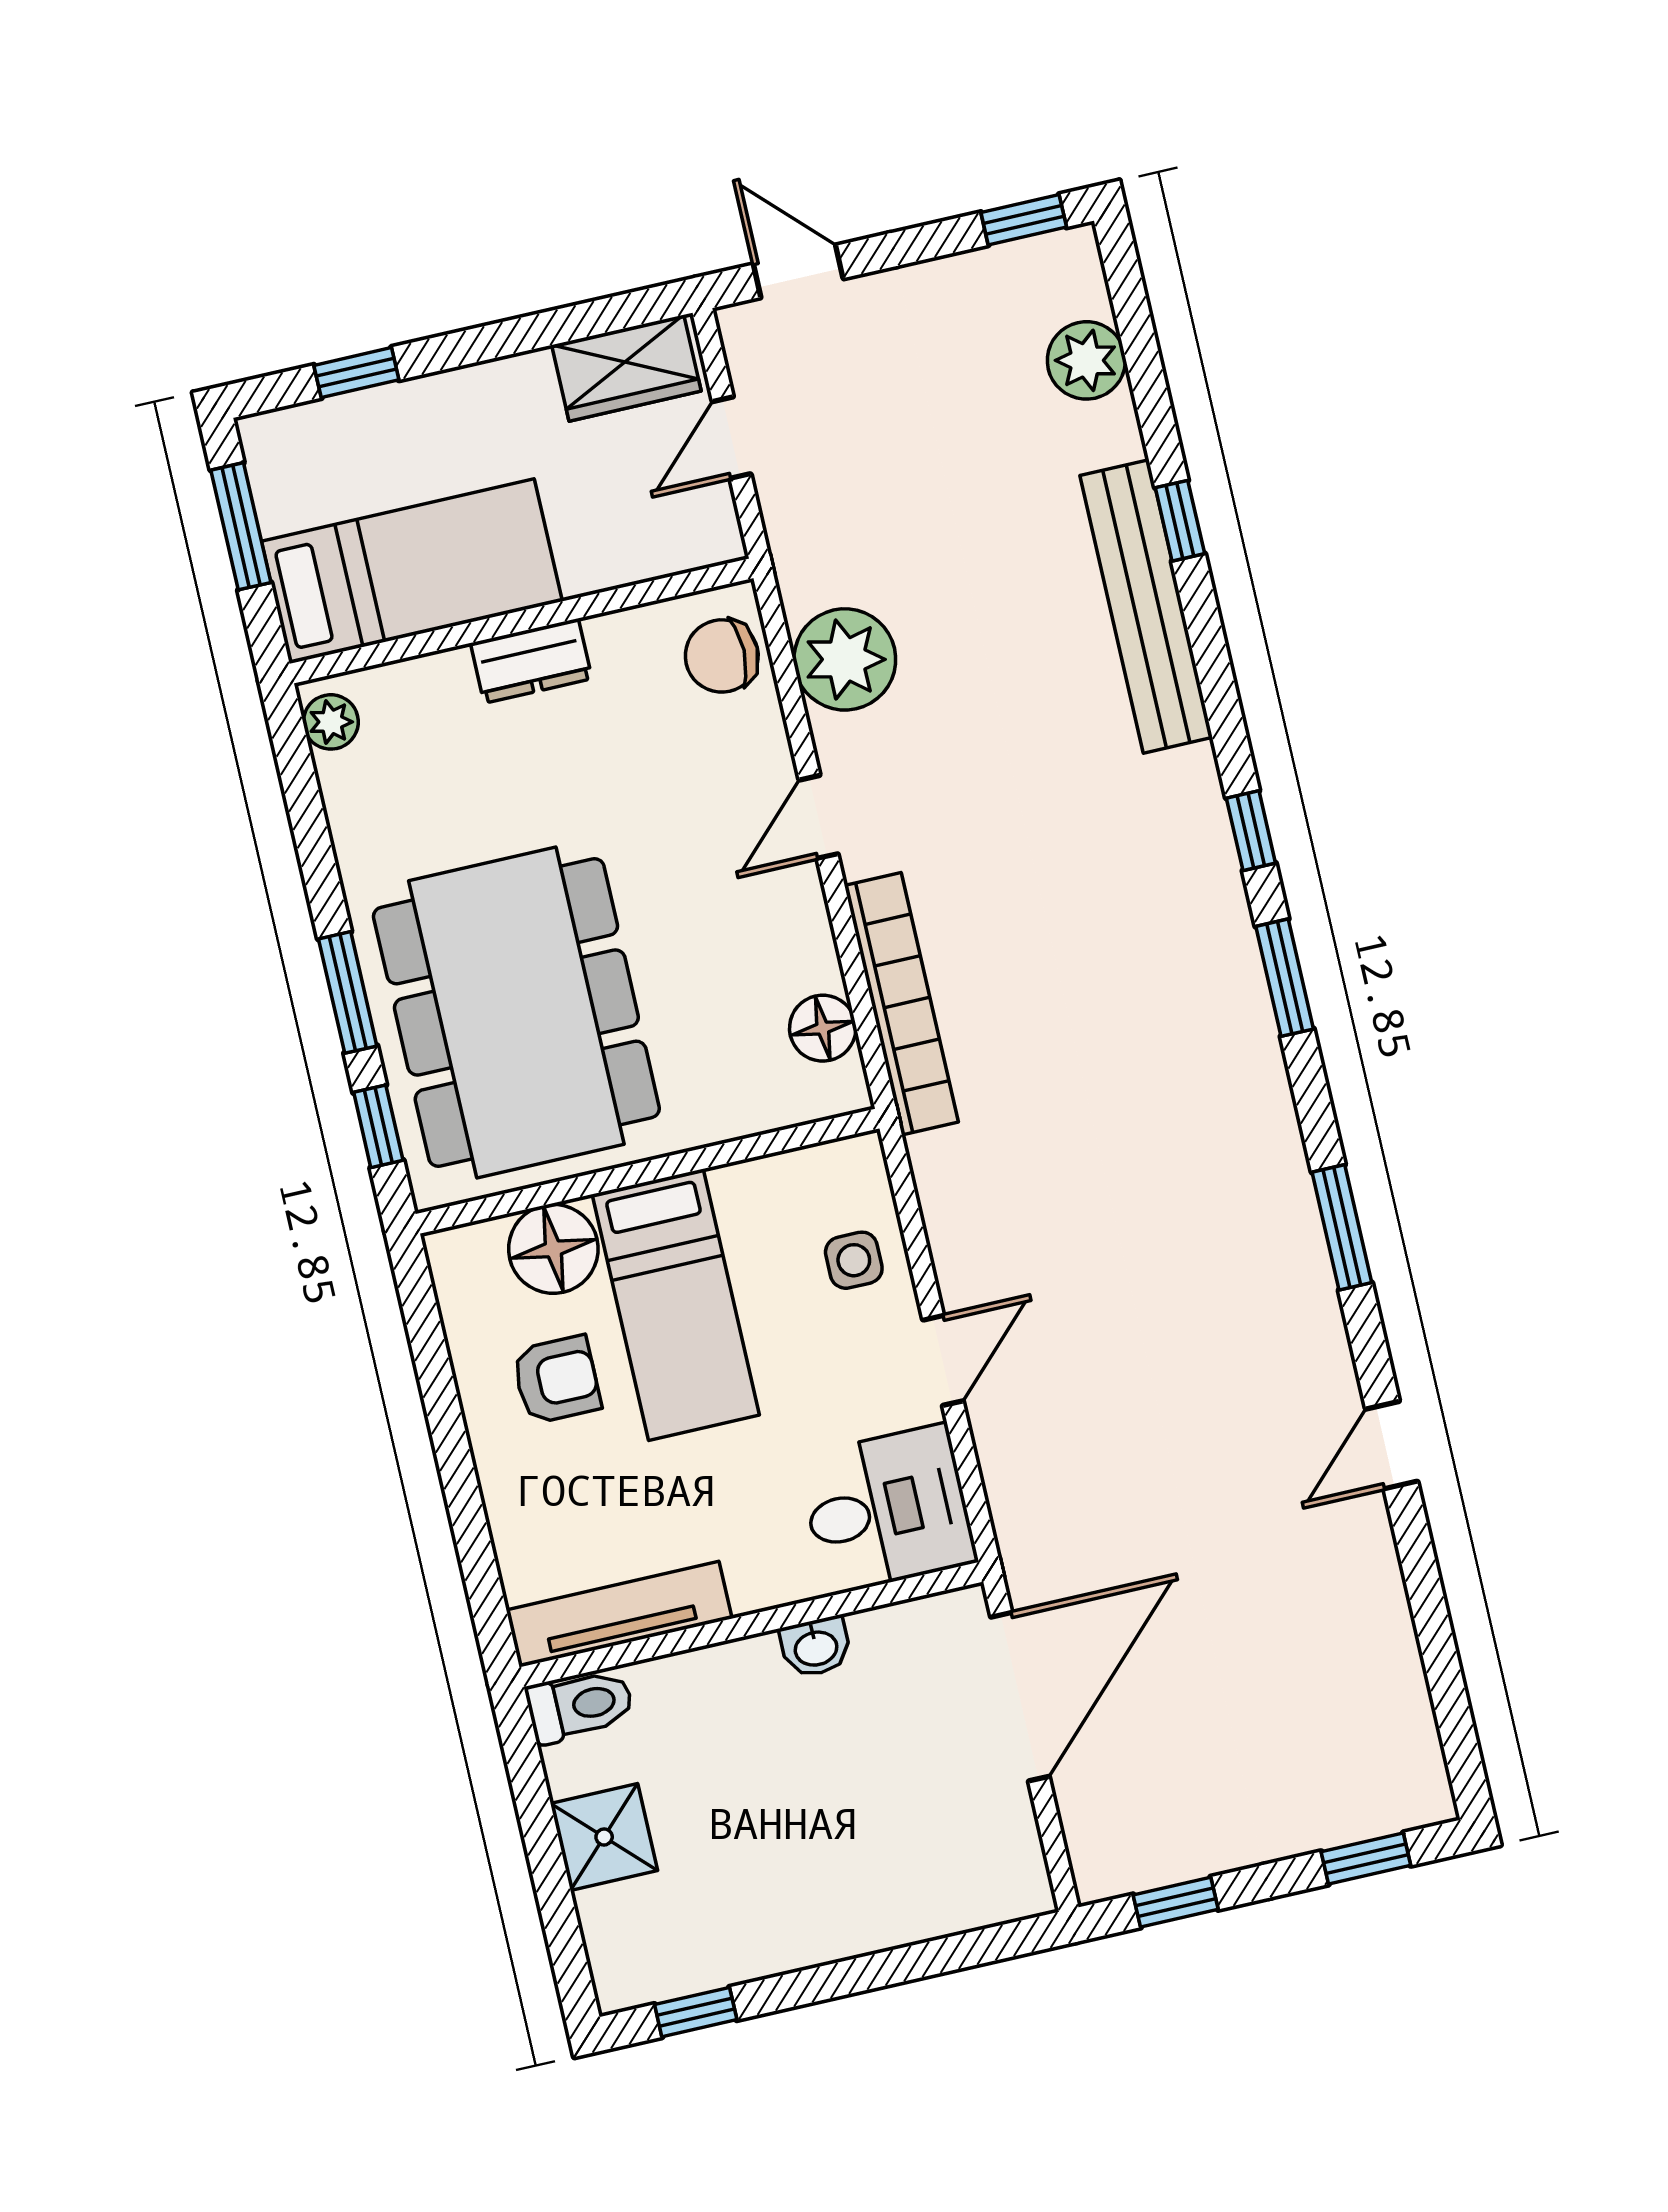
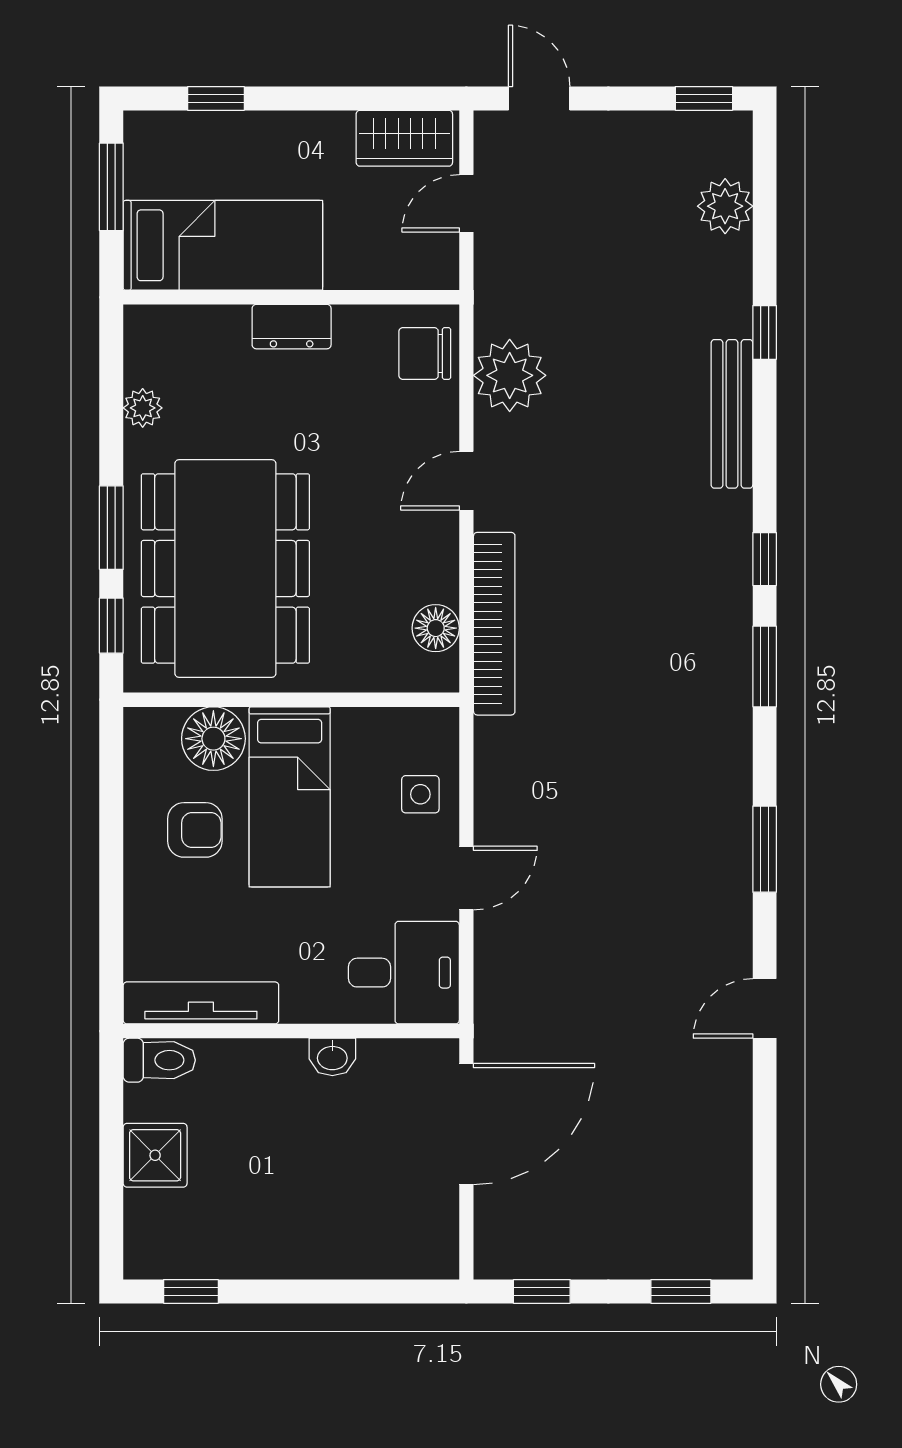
bench: (1146, 606) -> (732, 414), width x0.73, depth x0.82
plant: (331, 722) -> (143, 408), moved

